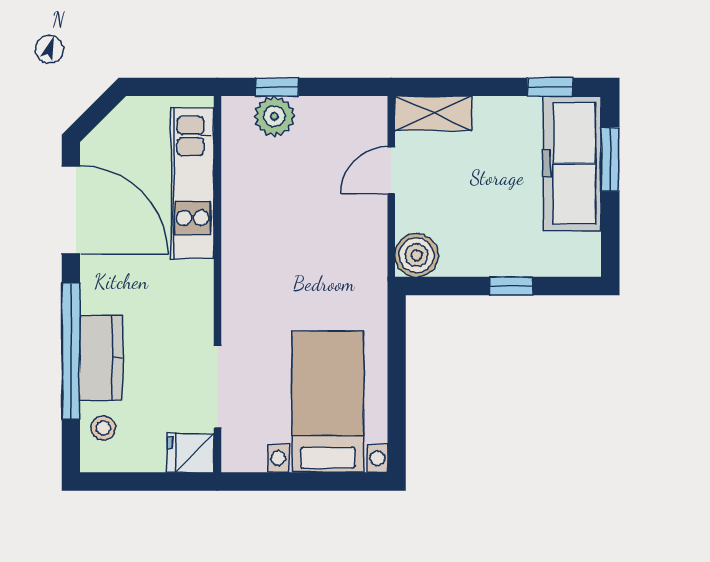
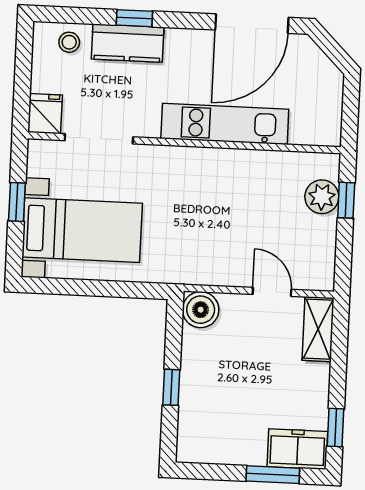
freezer: (572, 164) -> (297, 449), width x0.52, depth x0.79
kitchen unit: (192, 183) -> (225, 124), moved
window: (71, 351) -> (134, 18), width x0.32
window: (298, 482) -> (17, 202), added

